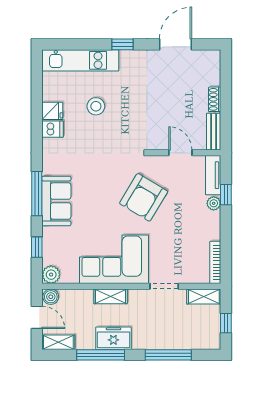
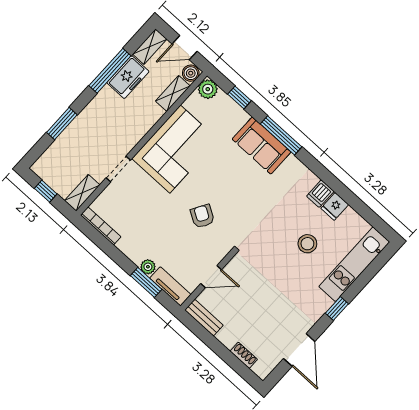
shoe rack: (215, 99) -> (244, 355), moved
window: (226, 195) -> (146, 282), width x1.50
armchair: (144, 197) -> (202, 216), width x0.53, depth x0.53
shelving: (111, 296) -> (173, 93), moved
freezer: (113, 338) -> (128, 77), moved
window: (168, 355) -> (62, 124), width x0.69

